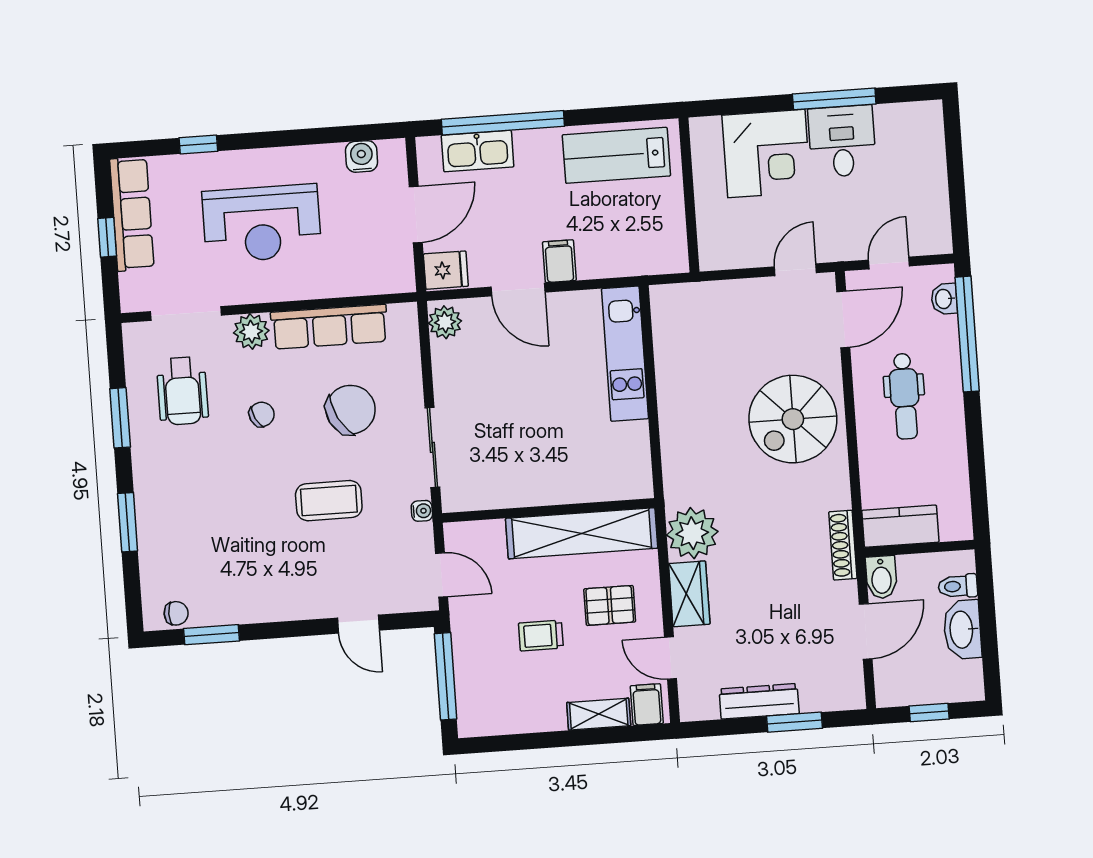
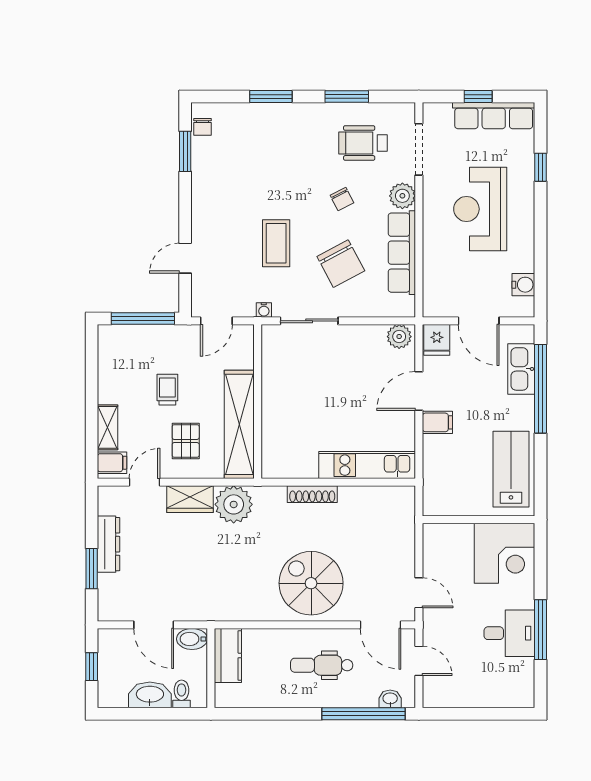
corner desk: (766, 154) -> (505, 553), moved, turned -90
shoe rack: (843, 545) -> (312, 494), moved, turned 180

